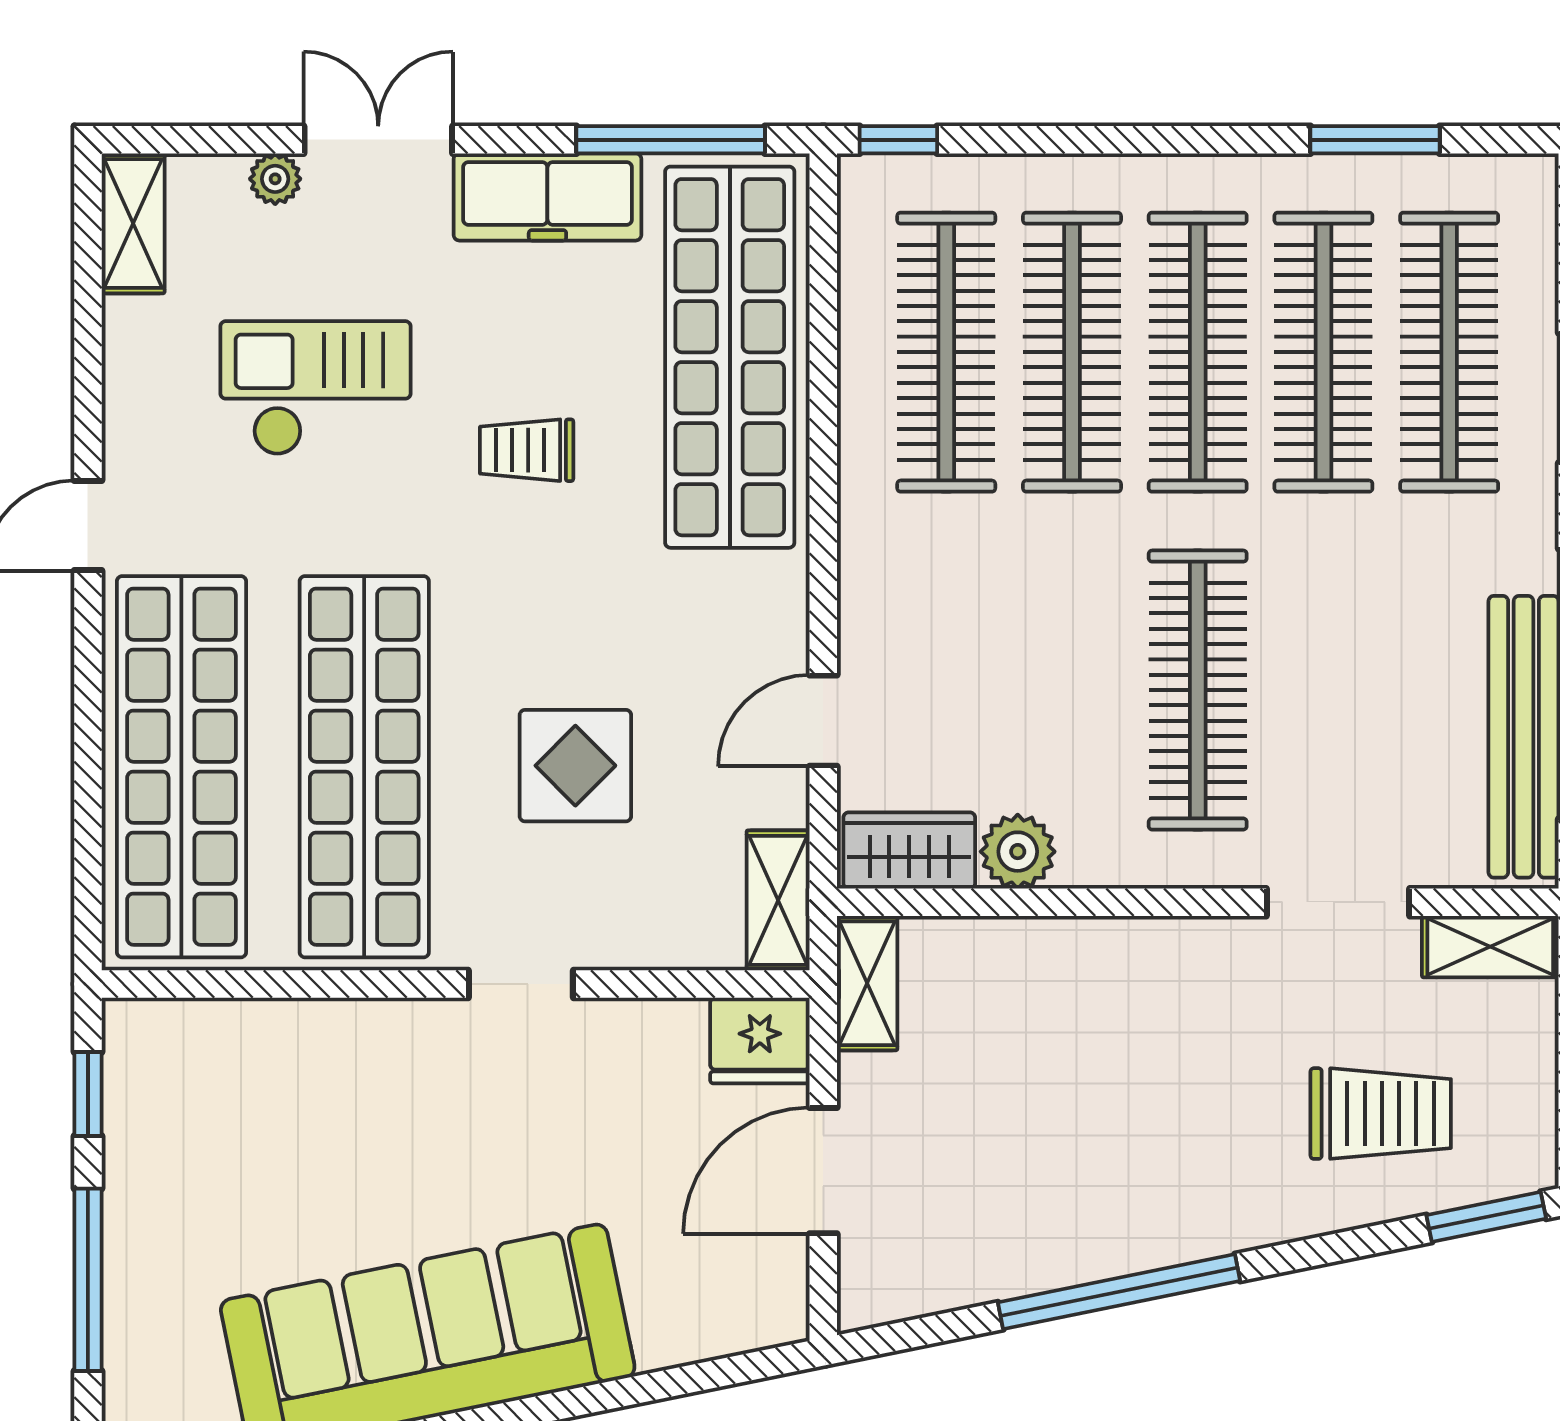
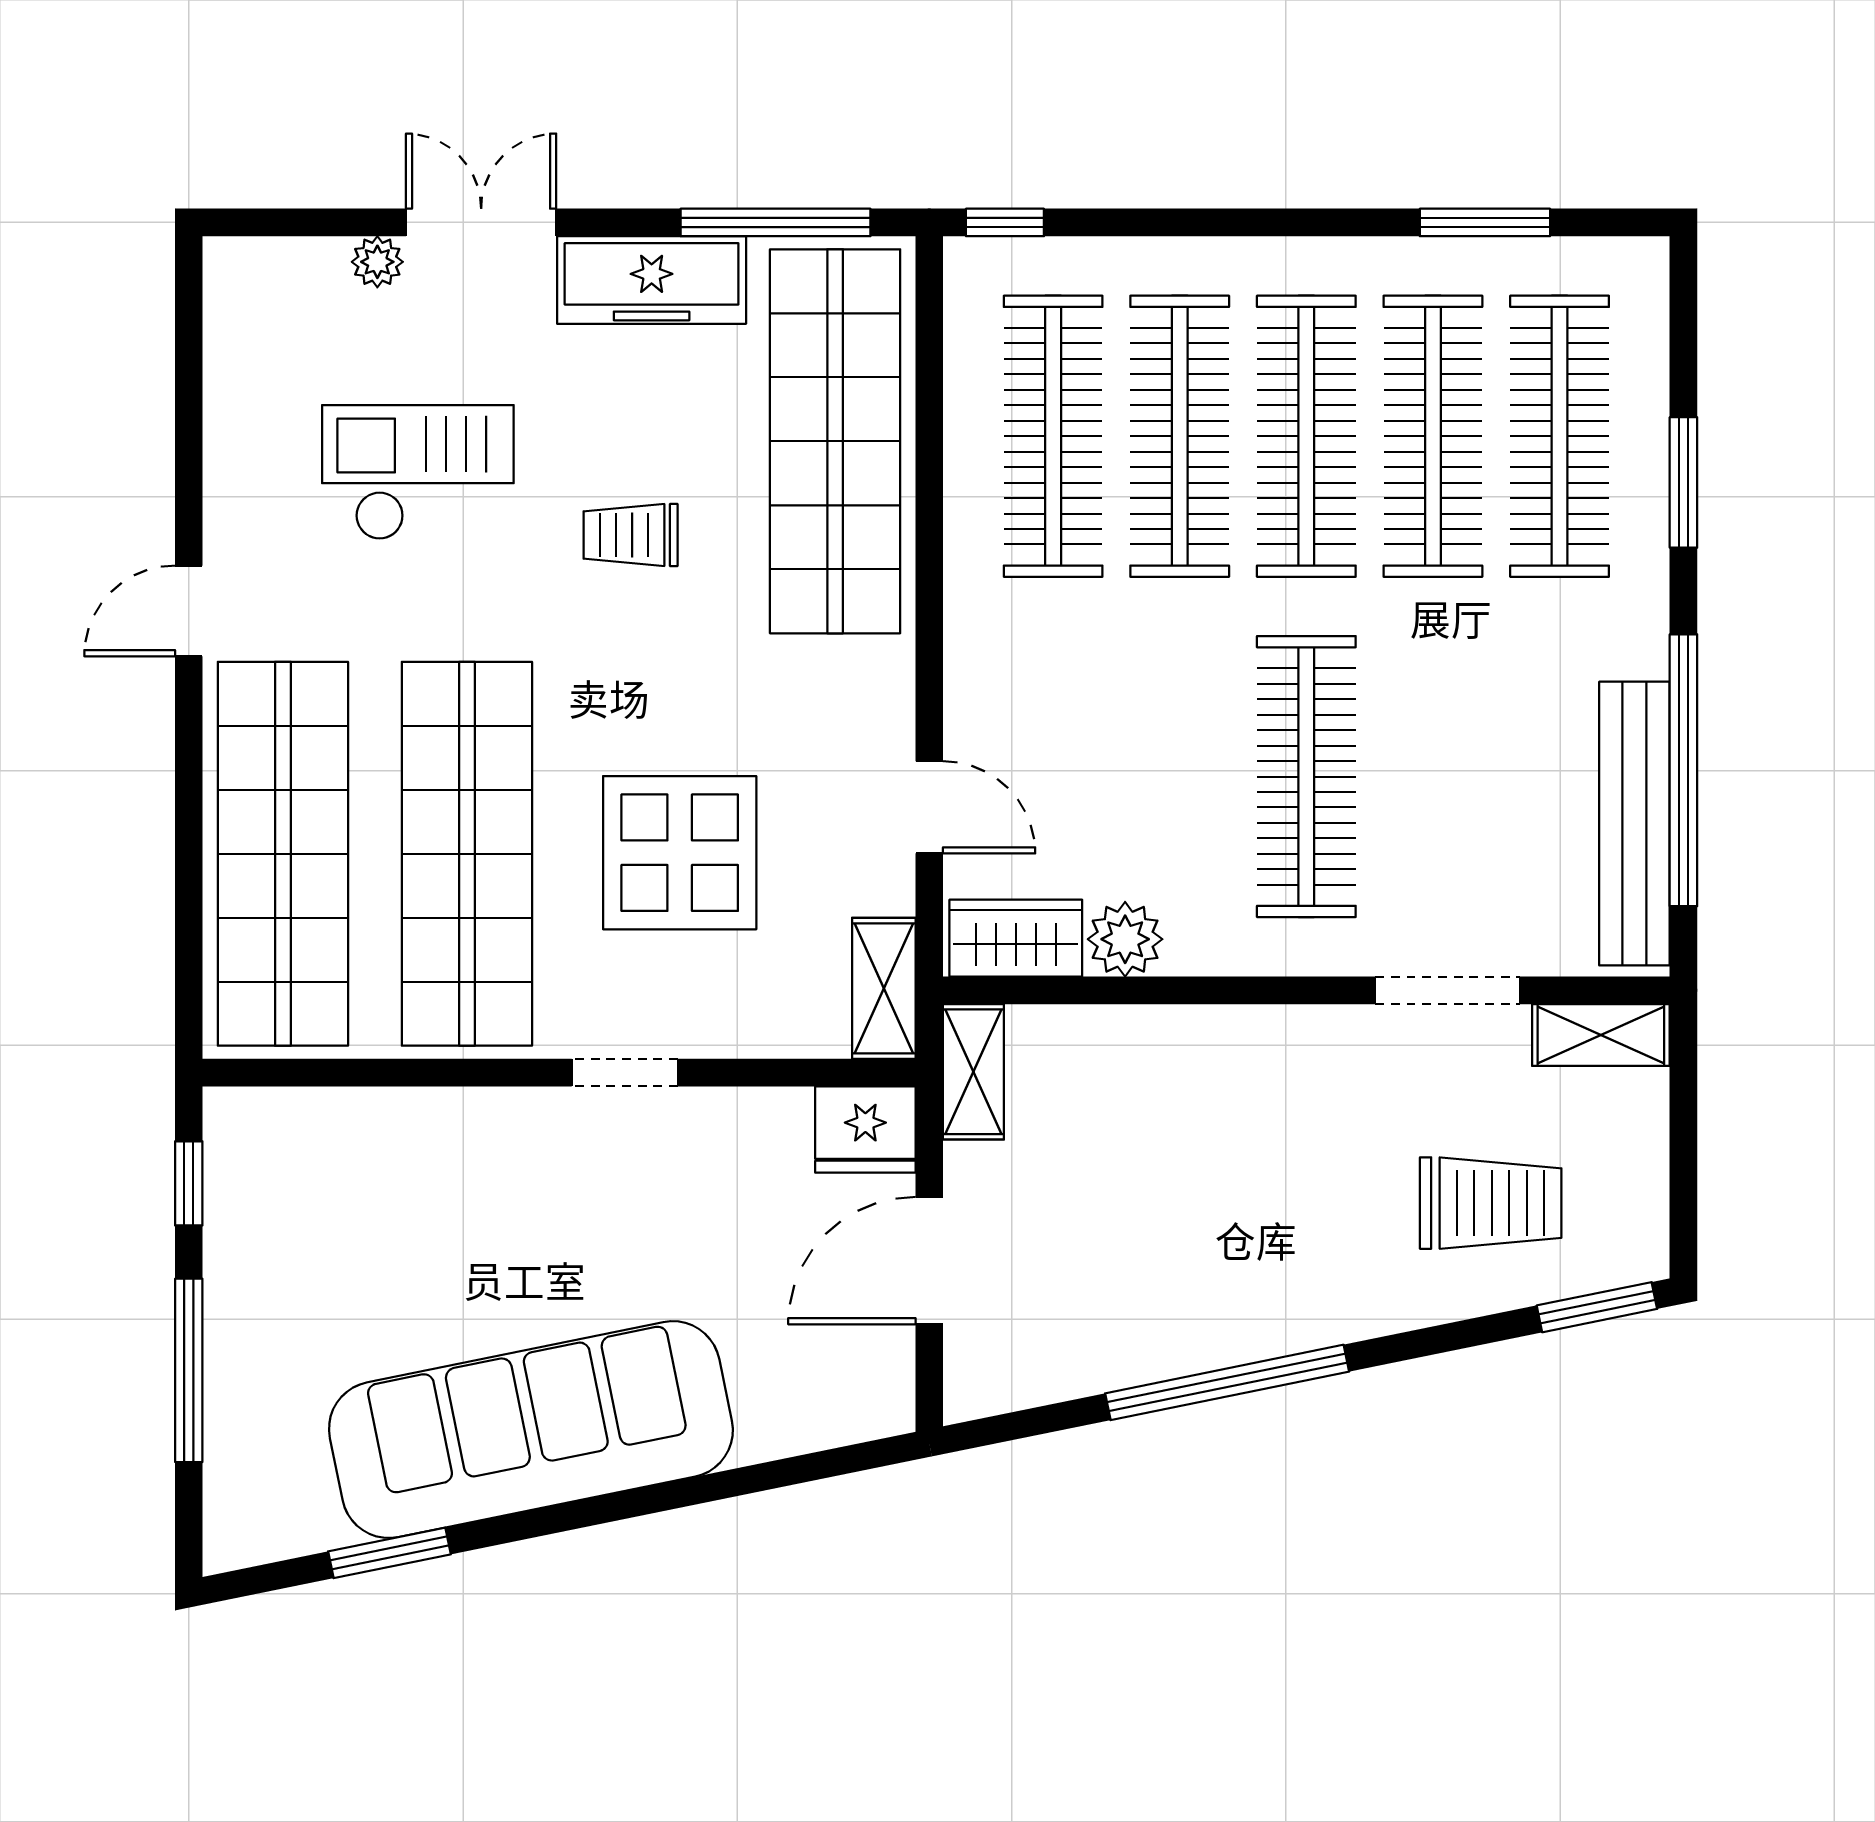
shelving: (133, 223) -> (234, 307), removed
door: (823, 721) -> (929, 807), swing flipped
display table: (575, 766) -> (680, 853), width x1.36, depth x1.36

